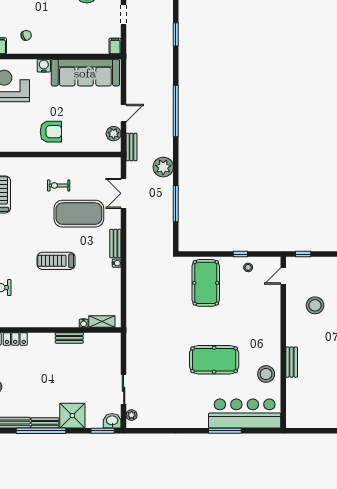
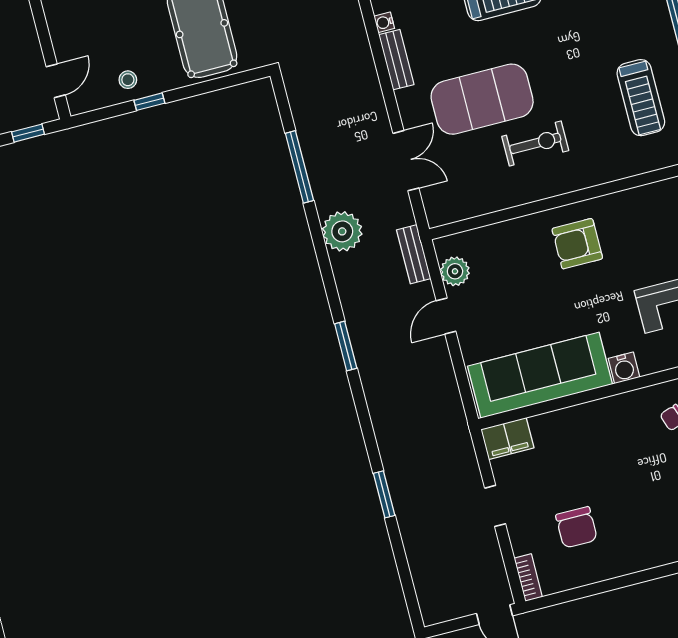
filing cabinet: (115, 46) -> (507, 438), width x2.00
window: (176, 111) -> (346, 346), width x0.47
exercise bike: (59, 185) -> (535, 143), width x1.38, depth x1.39

